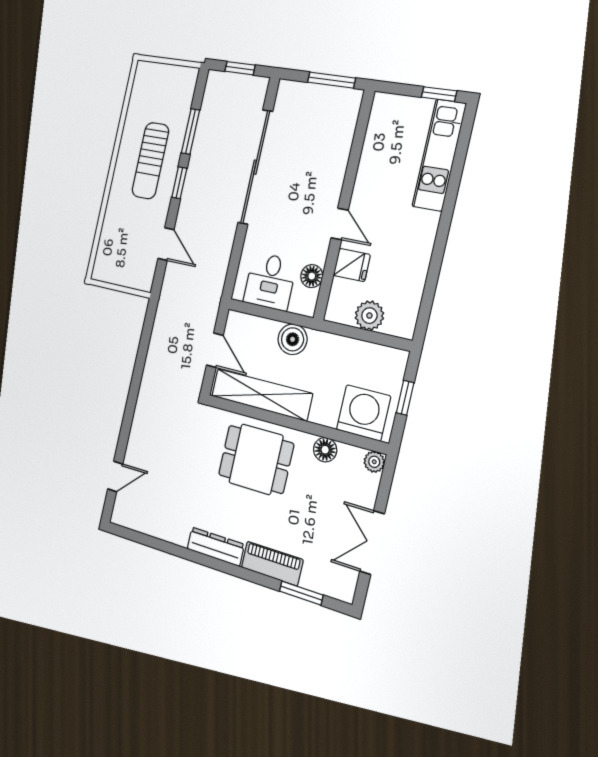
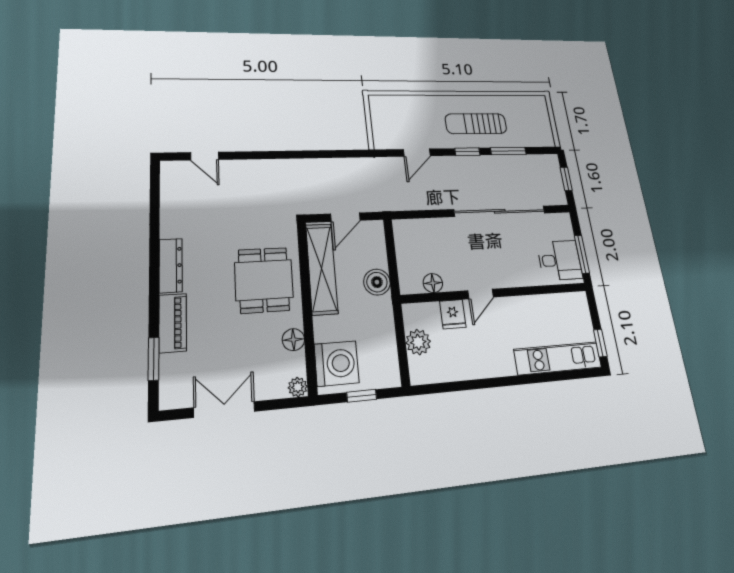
desk: (270, 282) -> (560, 260), moved, turned 180

